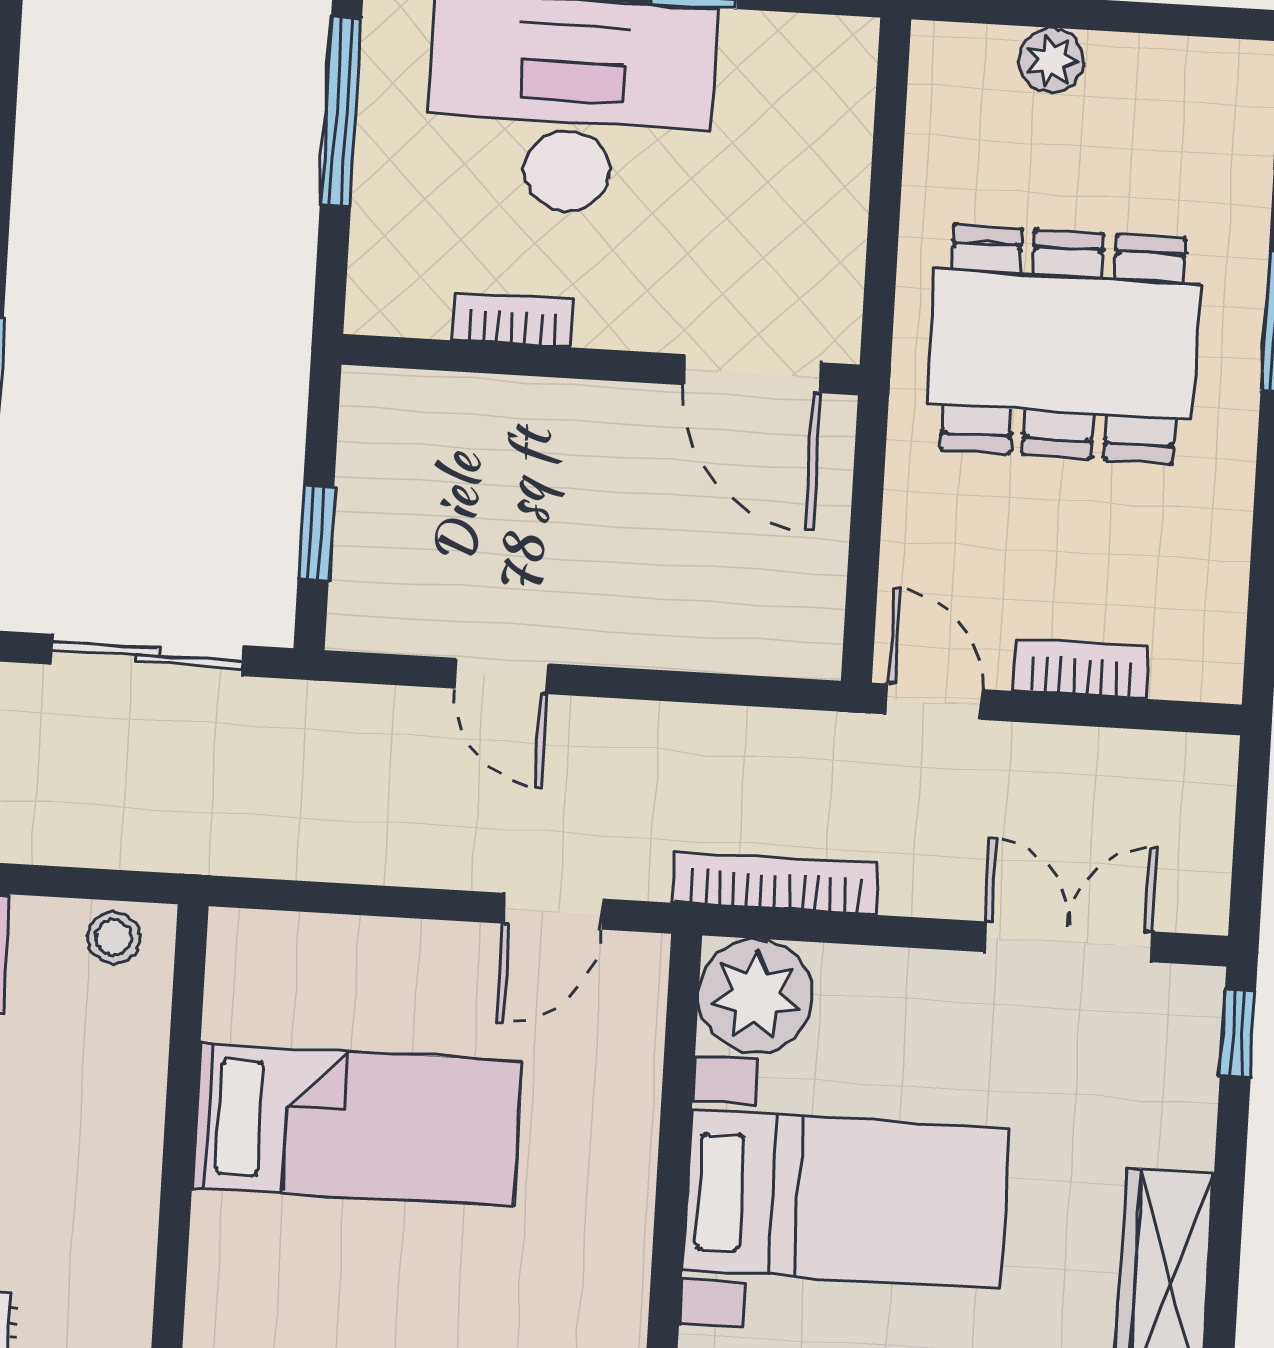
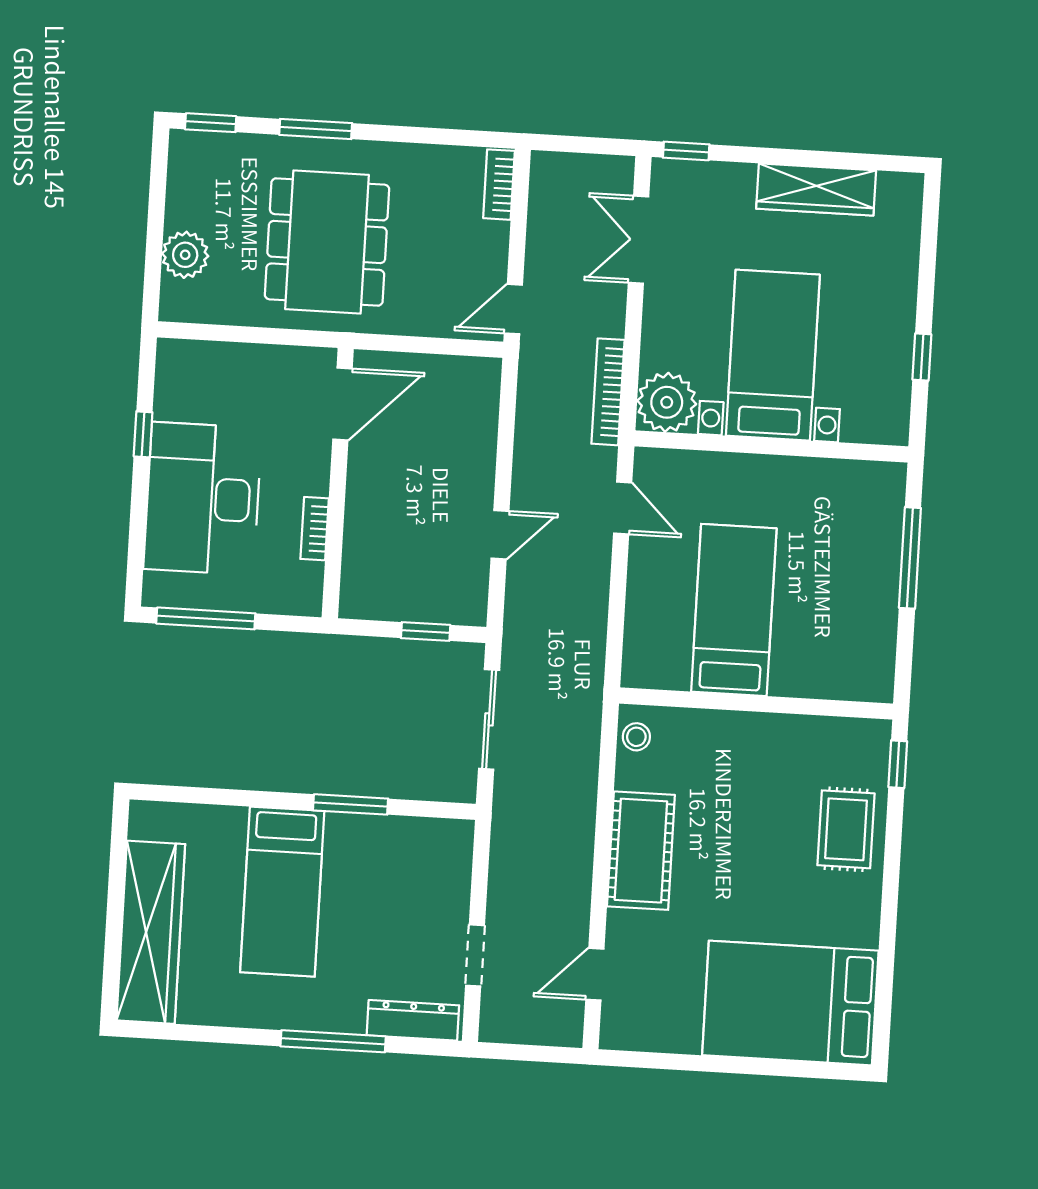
plant: (1052, 60) -> (185, 255), width x1.38, depth x1.38
bookcase: (1081, 668) -> (499, 185), moved

